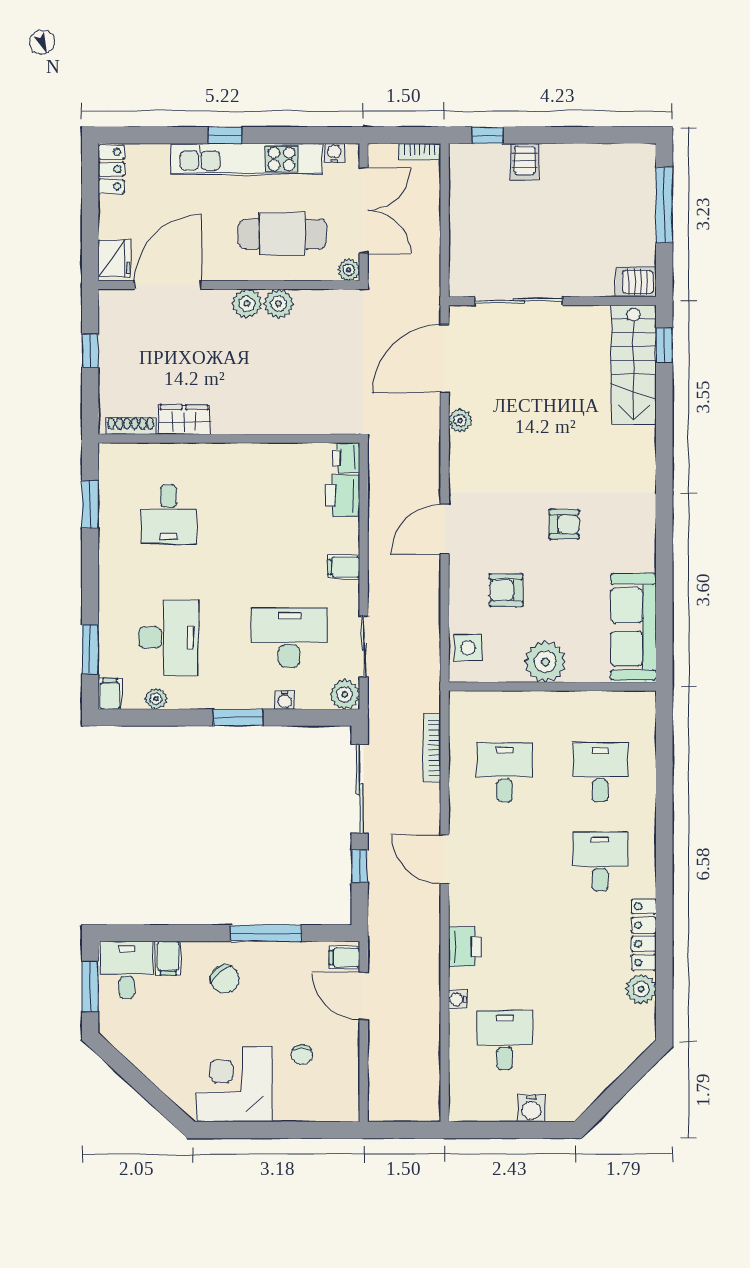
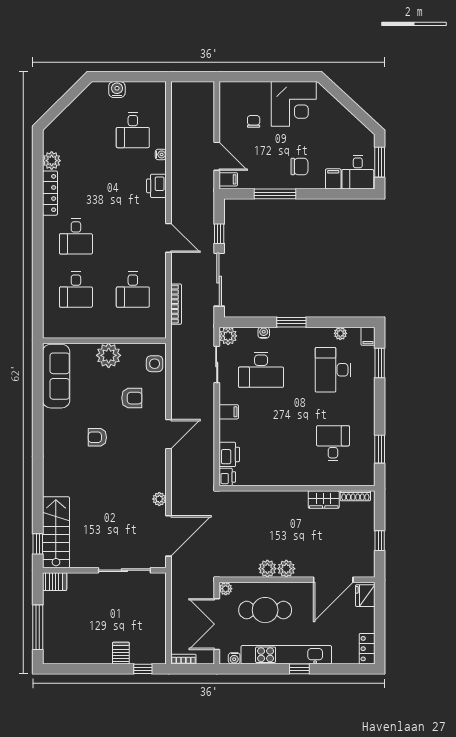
chair: (225, 979) -> (299, 166), turned 130

